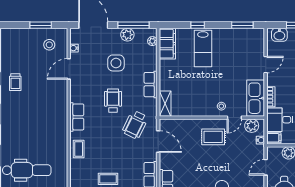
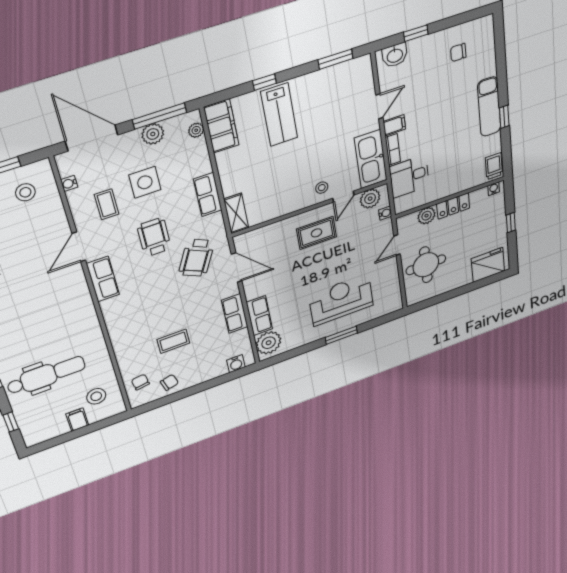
door: (69, 69) -> (79, 247), moved
filing cabinet: (274, 138) -> (394, 125), moved
coffee table: (79, 149) -> (107, 204), moved

